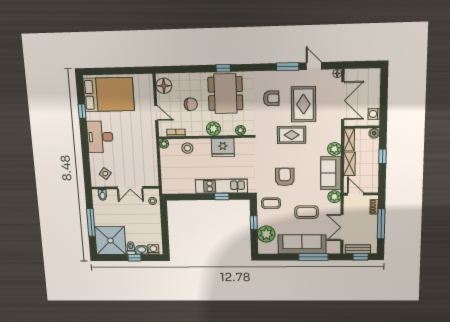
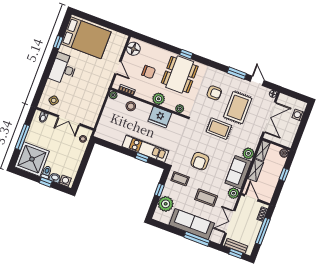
washing machine: (374, 114) -> (298, 115), moved
armchair: (285, 177) -> (200, 161), turned 180

